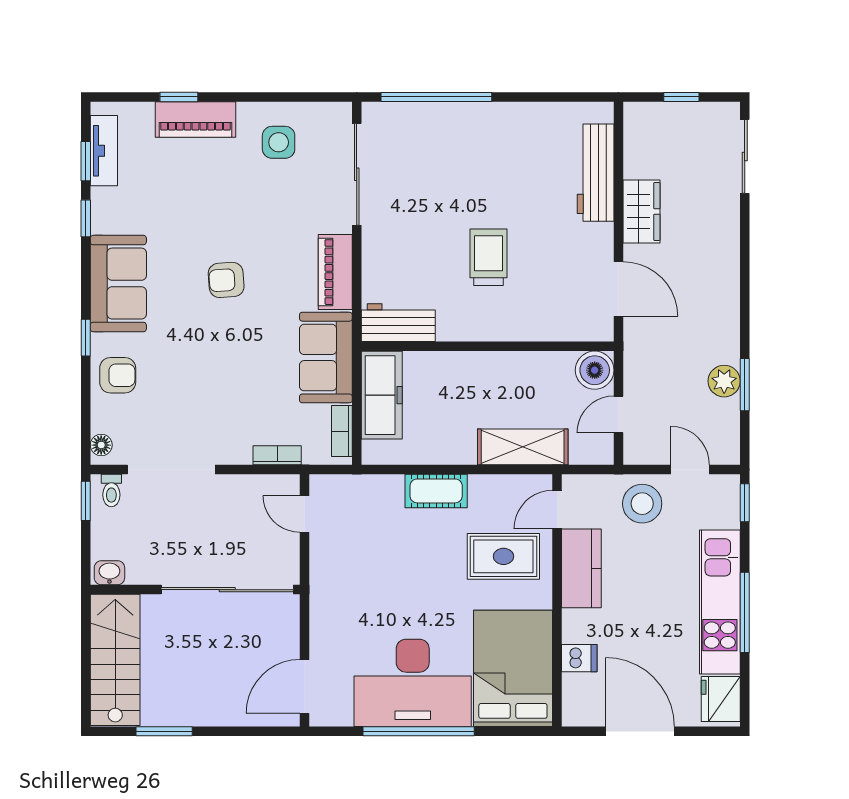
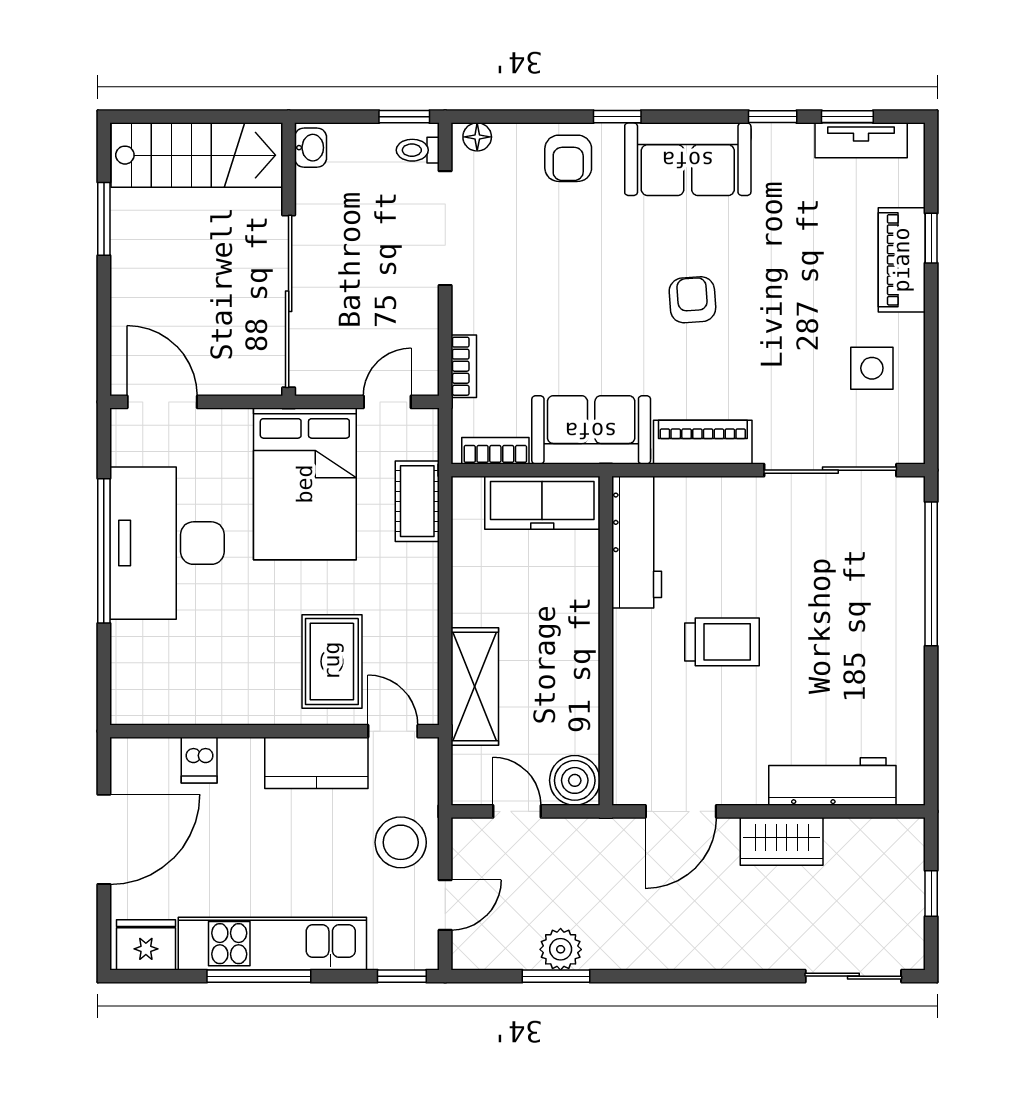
workbench: (398, 323) -> (637, 542), width x1.37
cot: (436, 491) -> (417, 501), moved
bed: (513, 668) -> (305, 484), moved, turned 90

